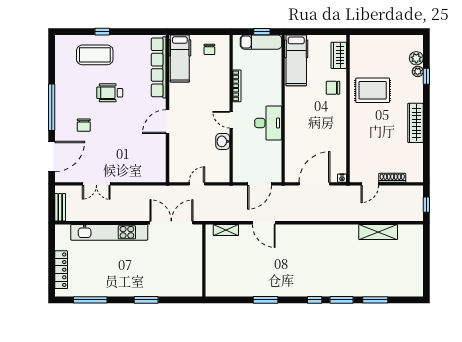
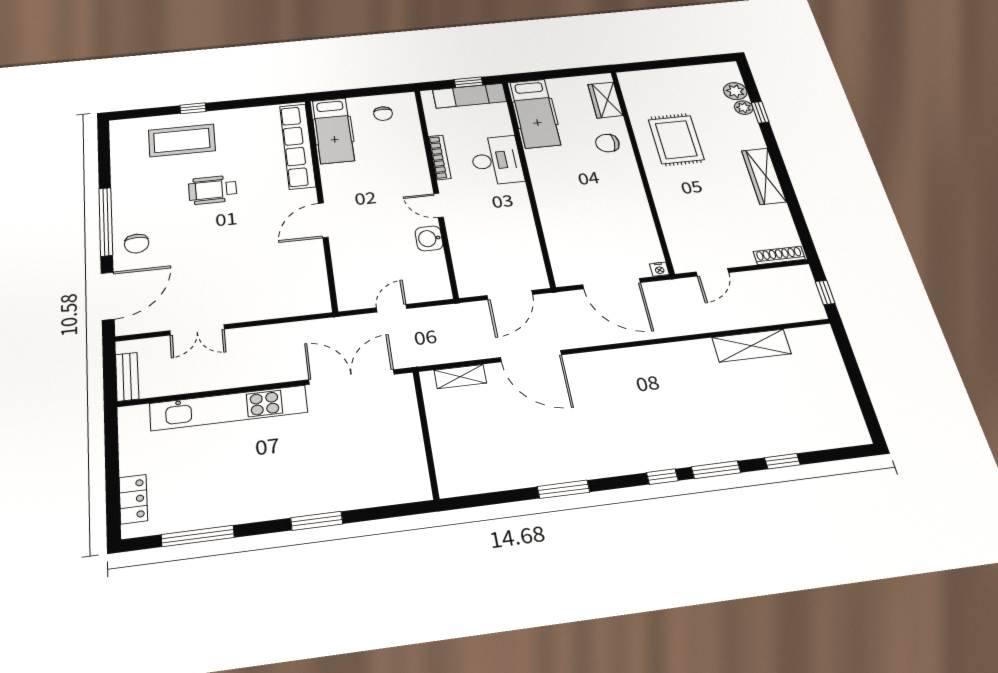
rug: (373, 90) -> (676, 140), turned 90
desk: (268, 123) -> (496, 160), moved
chair: (84, 125) -> (137, 244), moved
shoe rack: (392, 178) -> (779, 255), moved
door: (314, 184) -> (612, 284), swing flipped
door: (264, 223) -> (531, 356), width x1.36
locker: (61, 270) -> (133, 499), width x0.66
window: (375, 300) -> (782, 461), width x0.67

